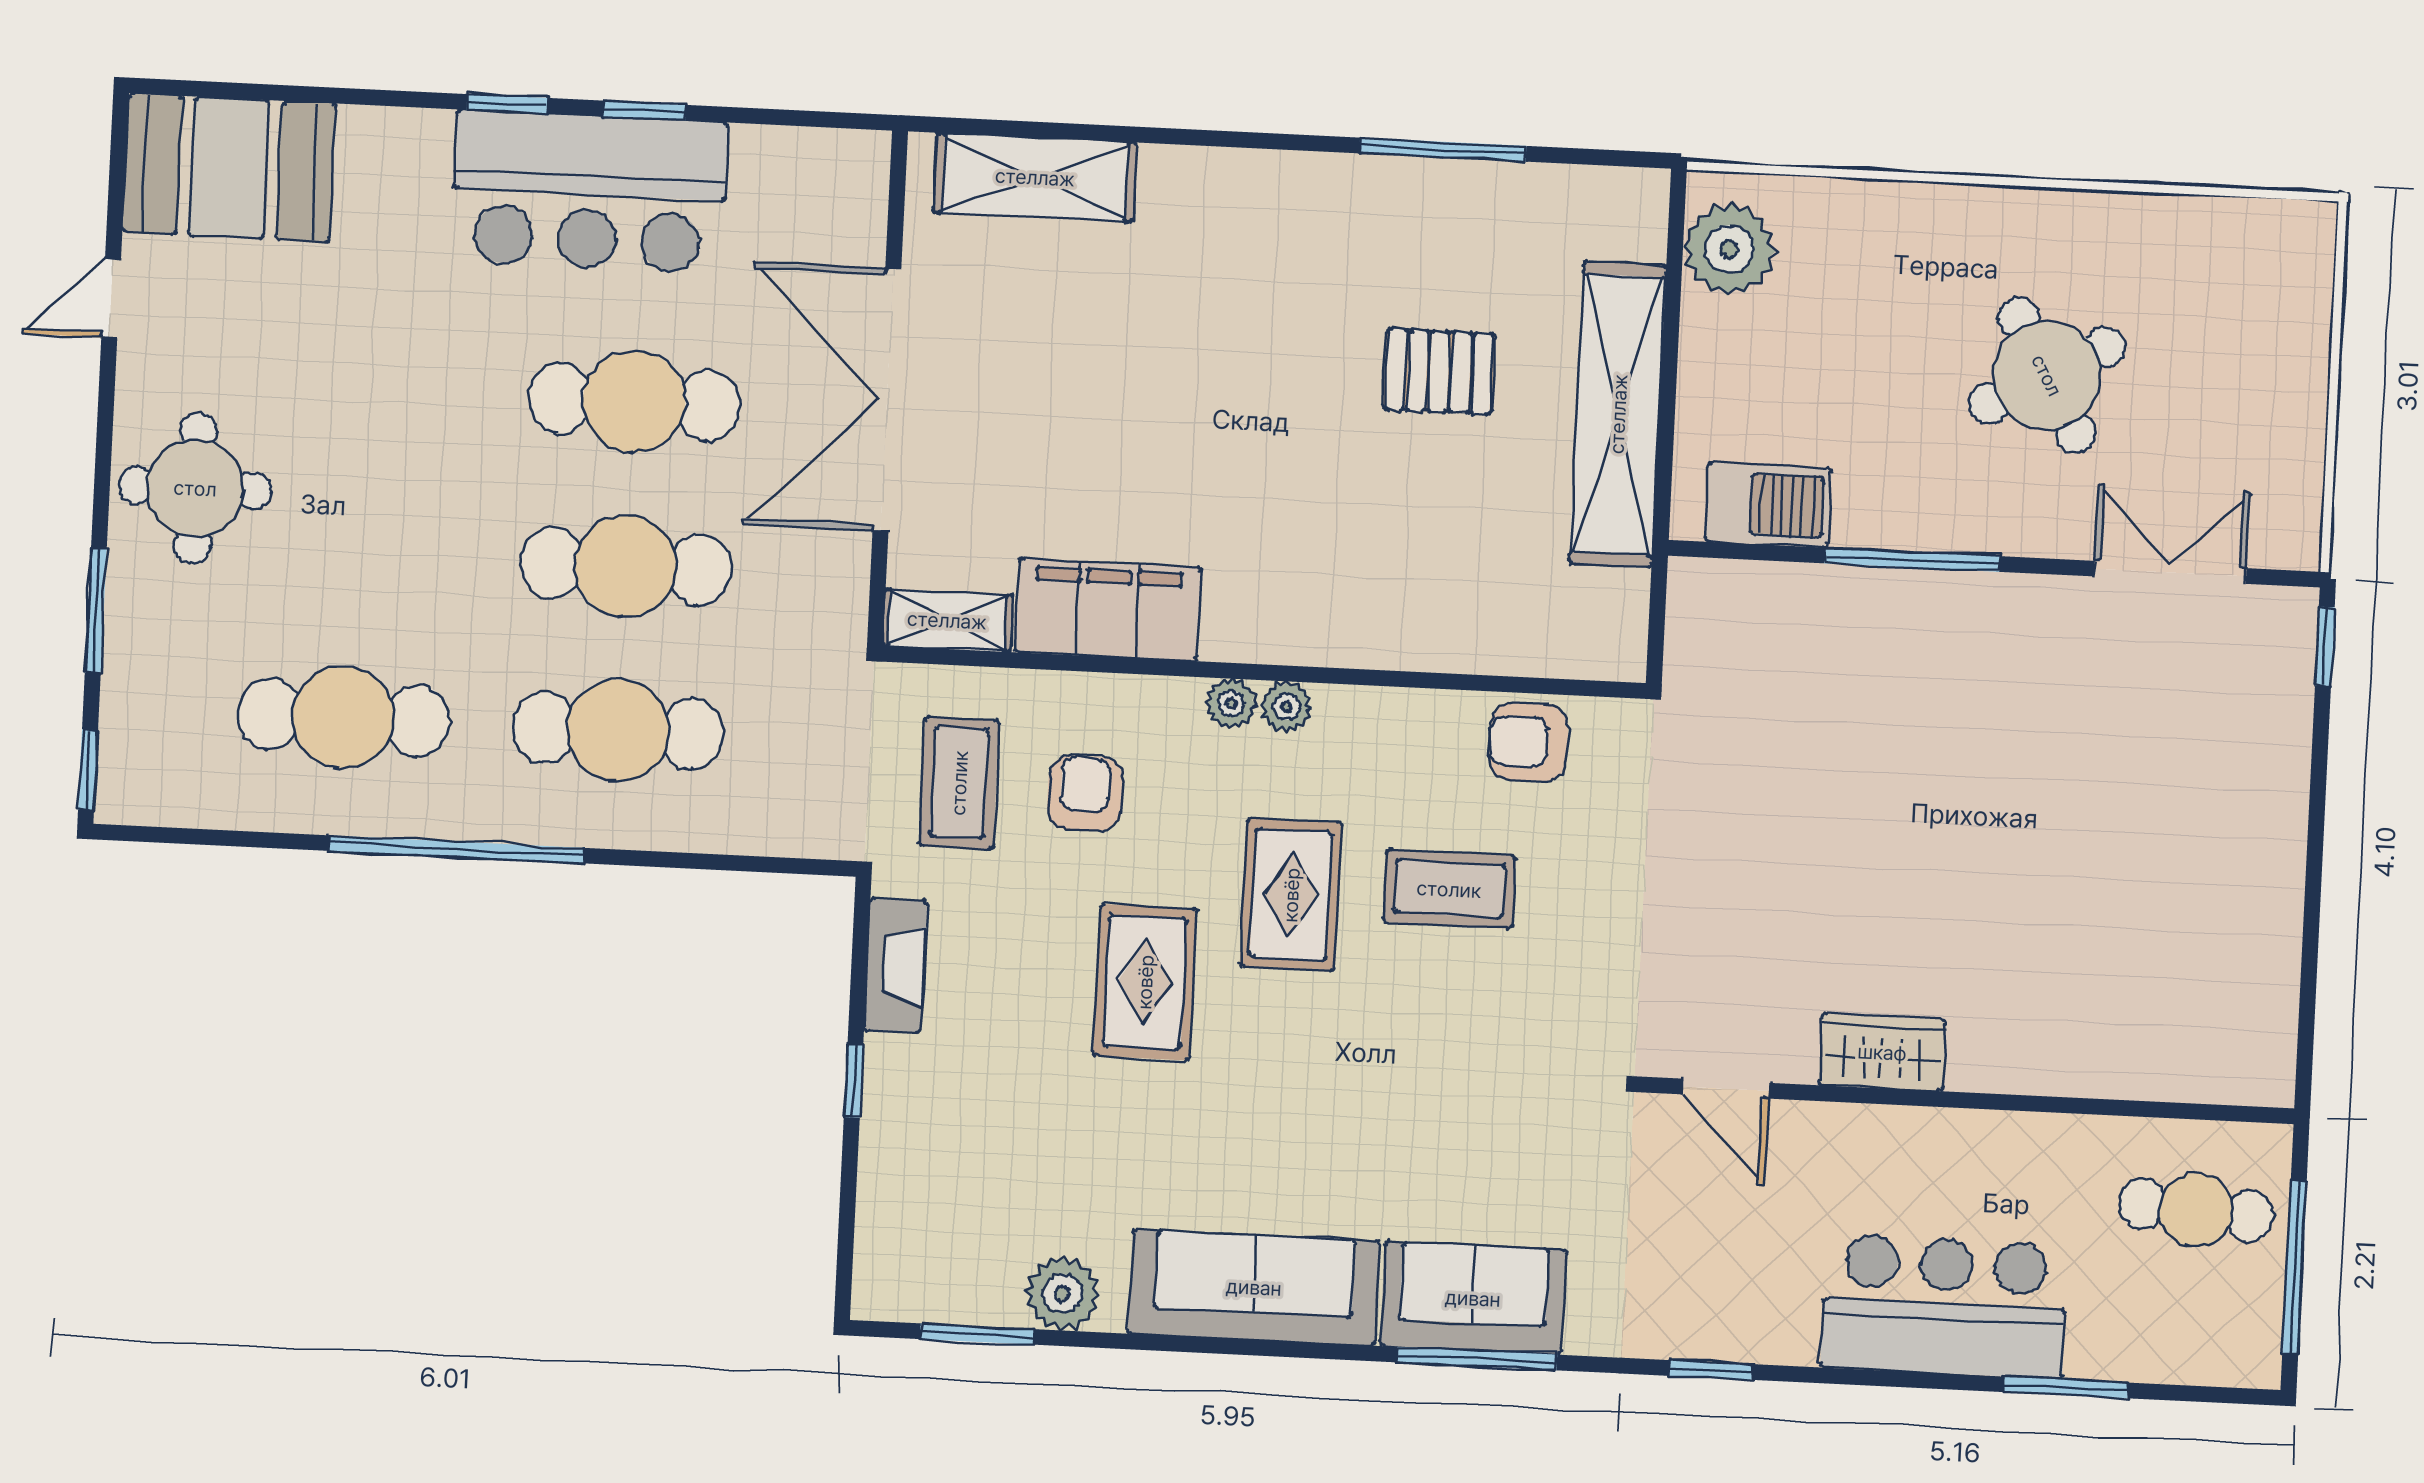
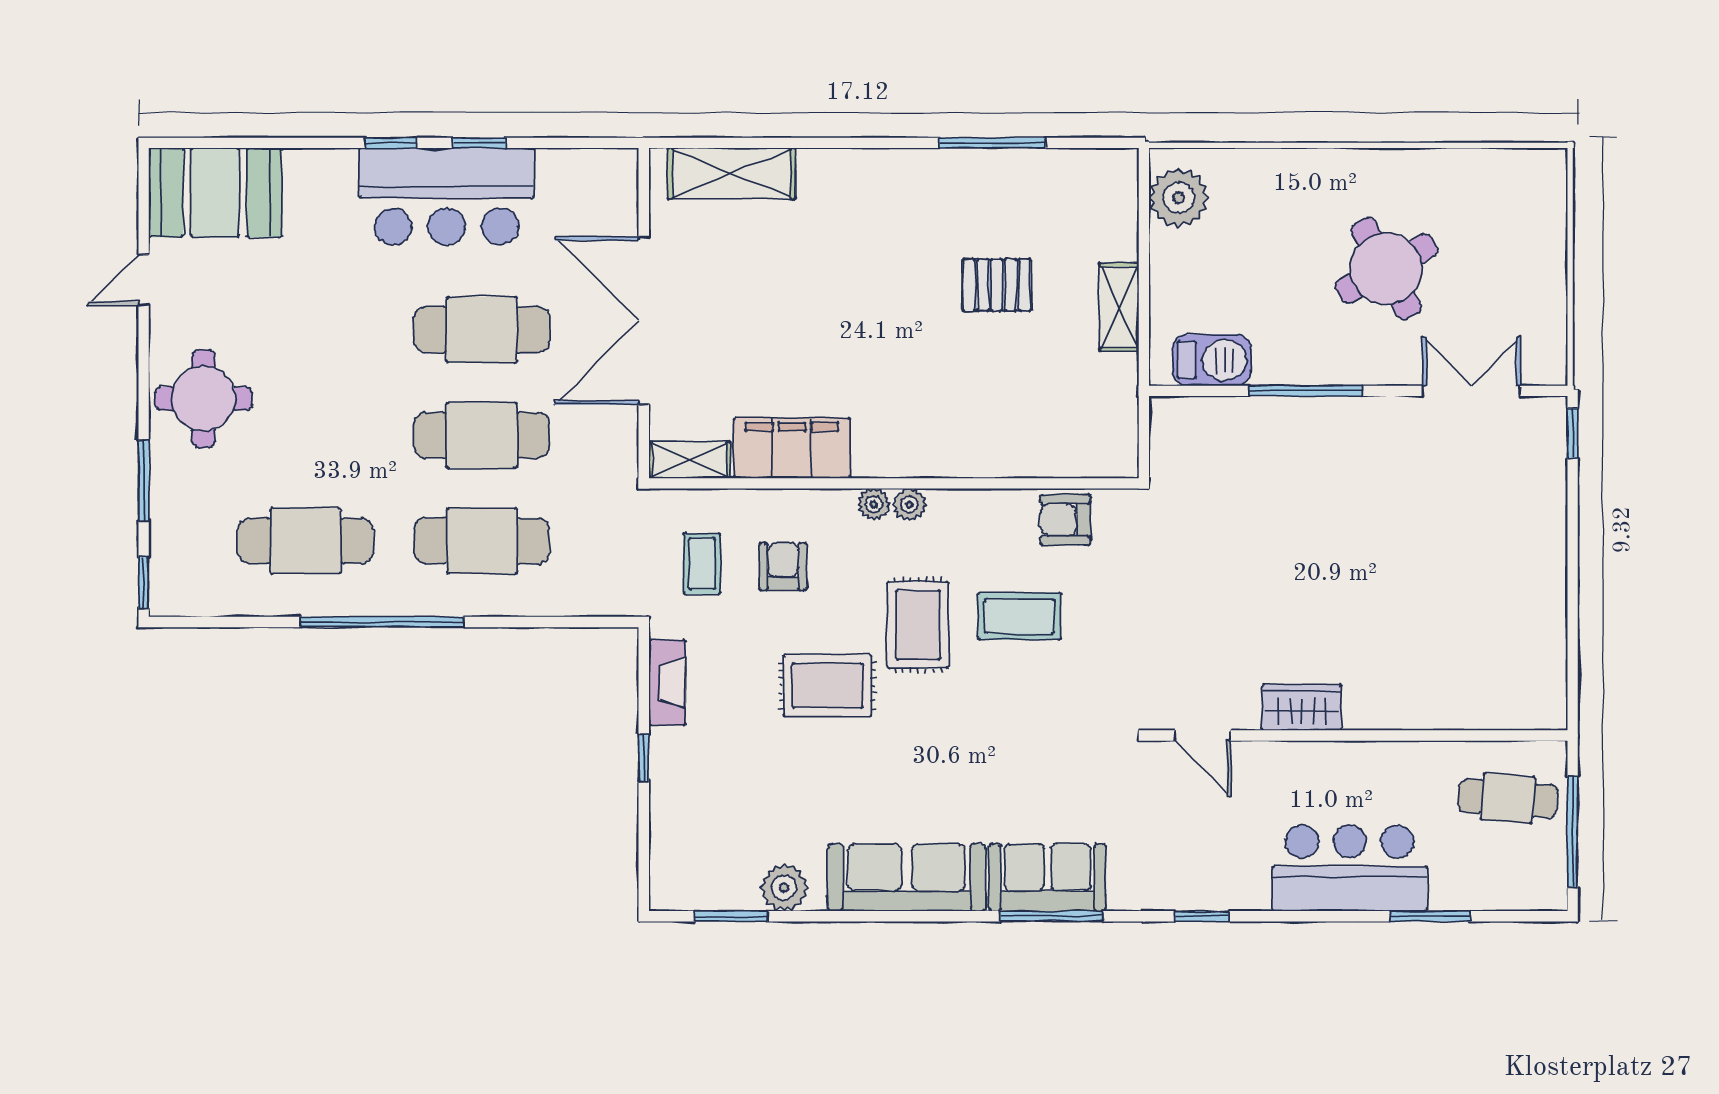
shelving: (1618, 414) -> (1119, 307), width x0.45, depth x0.75
coffee table: (959, 783) -> (702, 564), width x0.73, depth x0.77
rug: (1145, 982) -> (827, 686), turned 90

